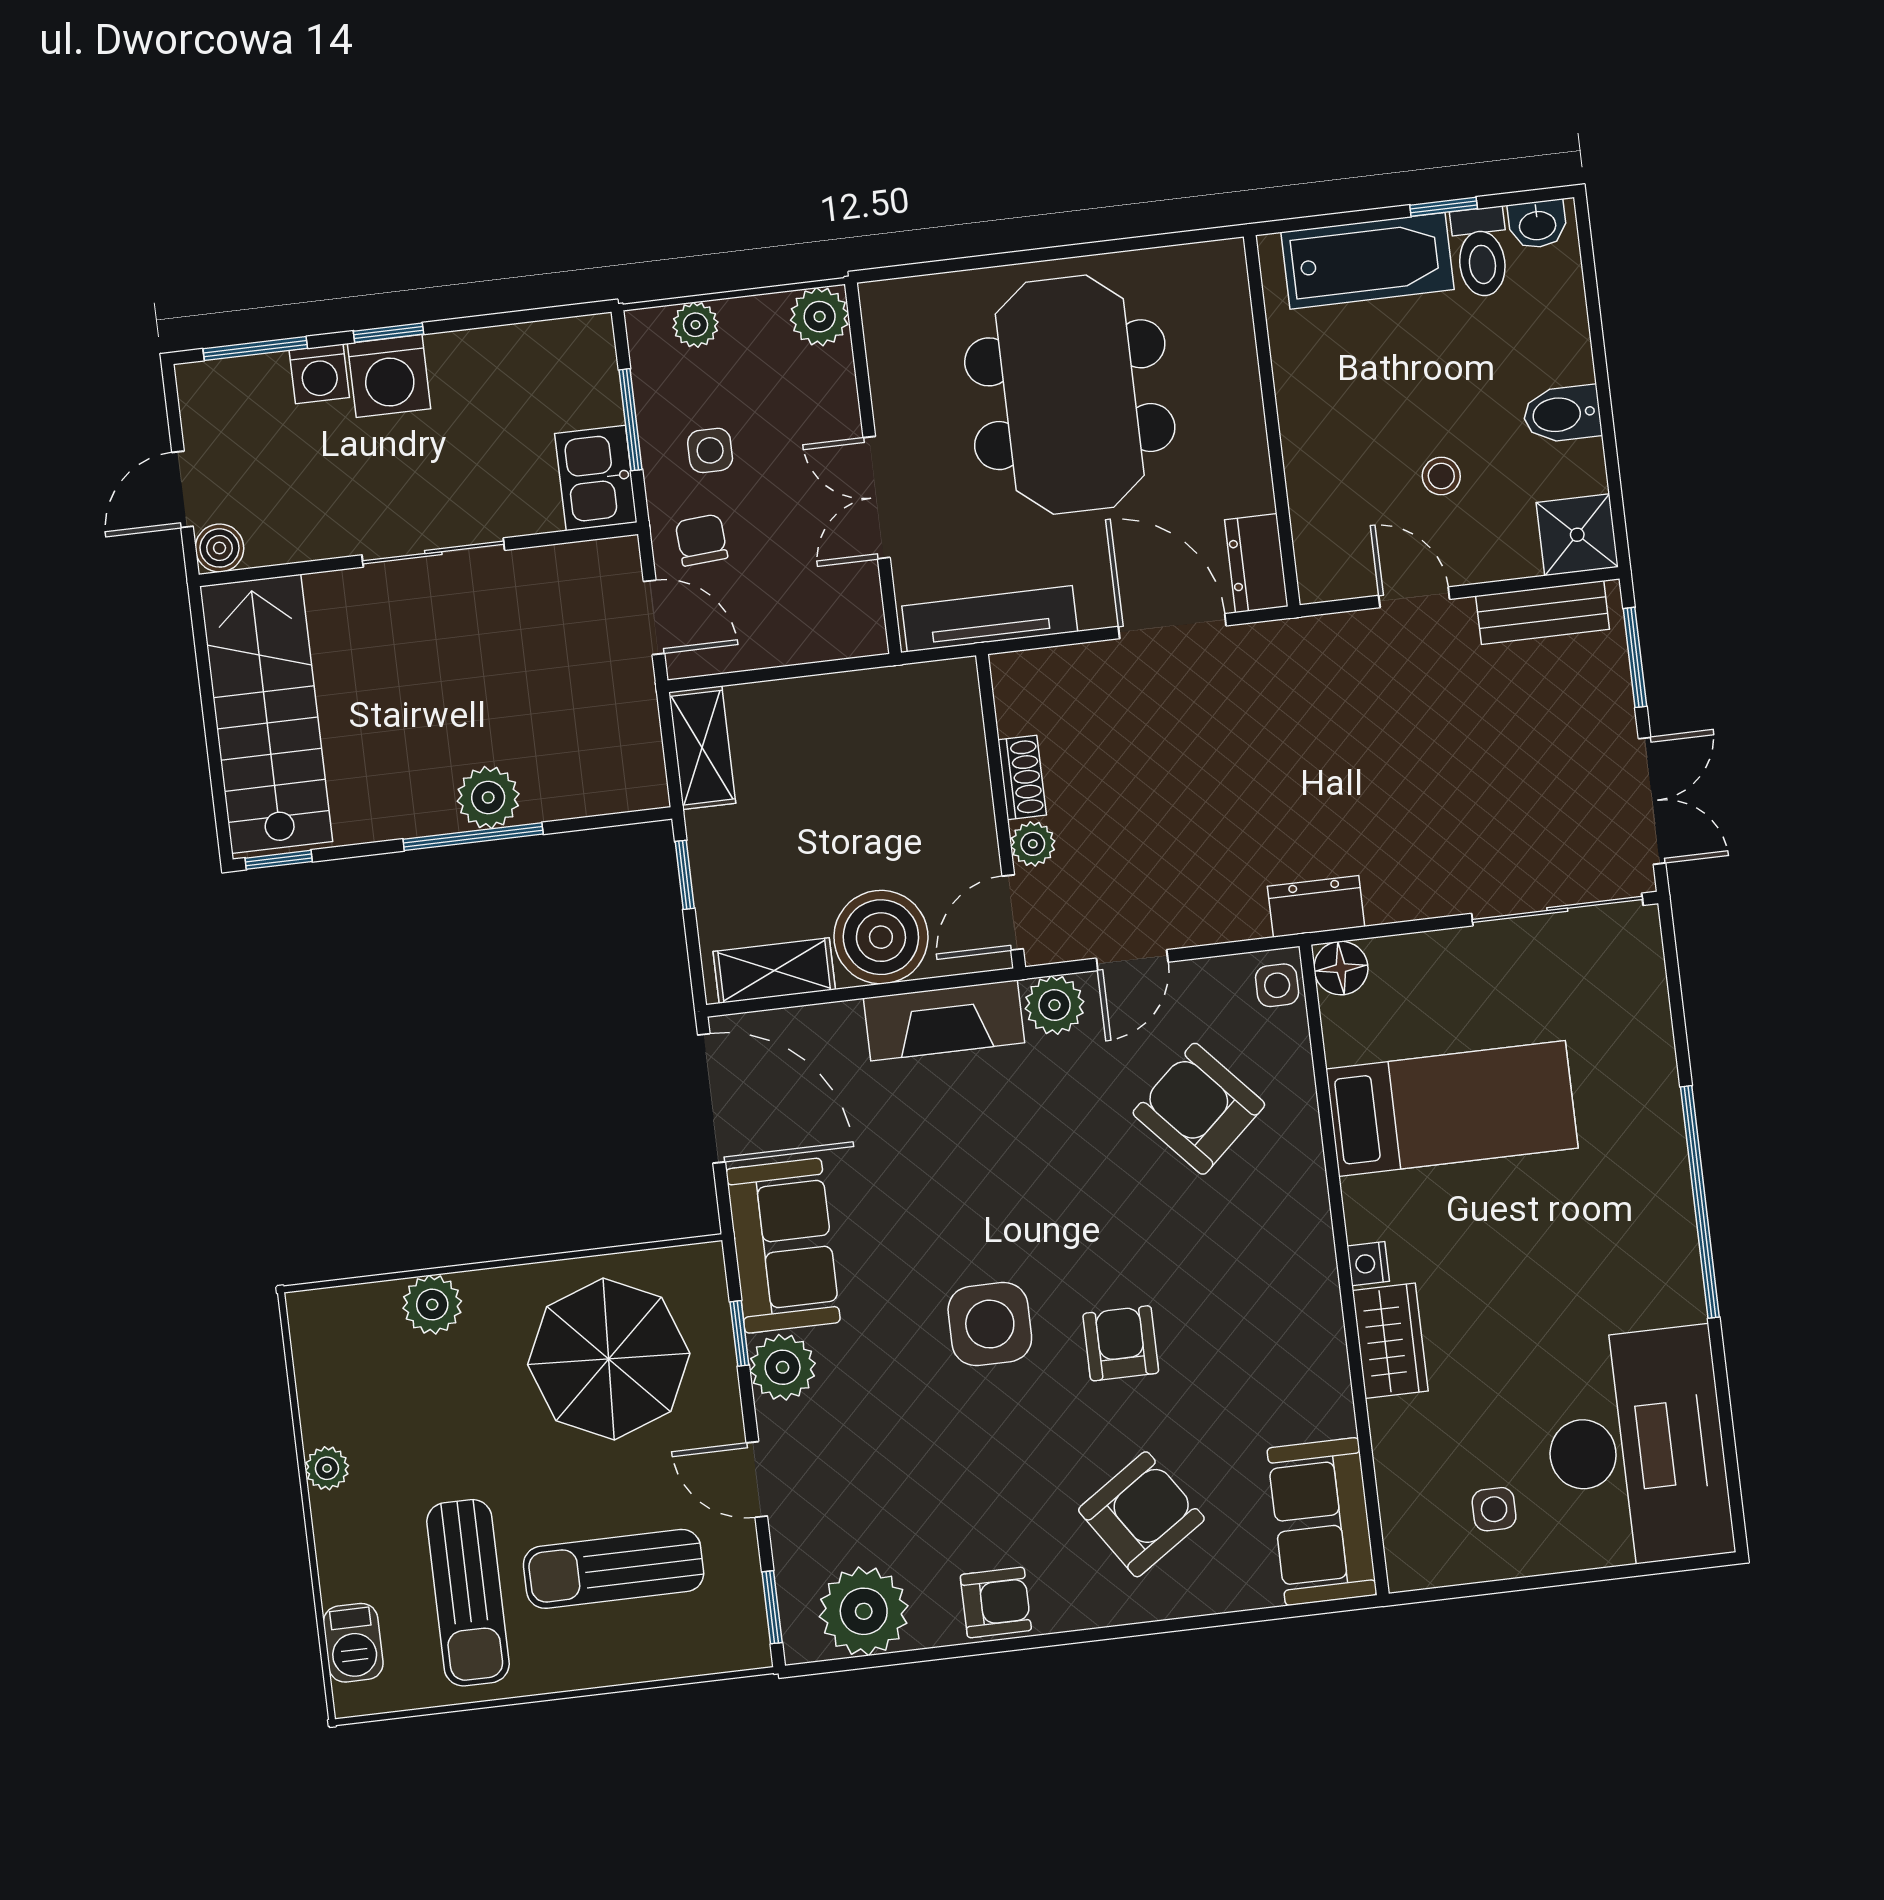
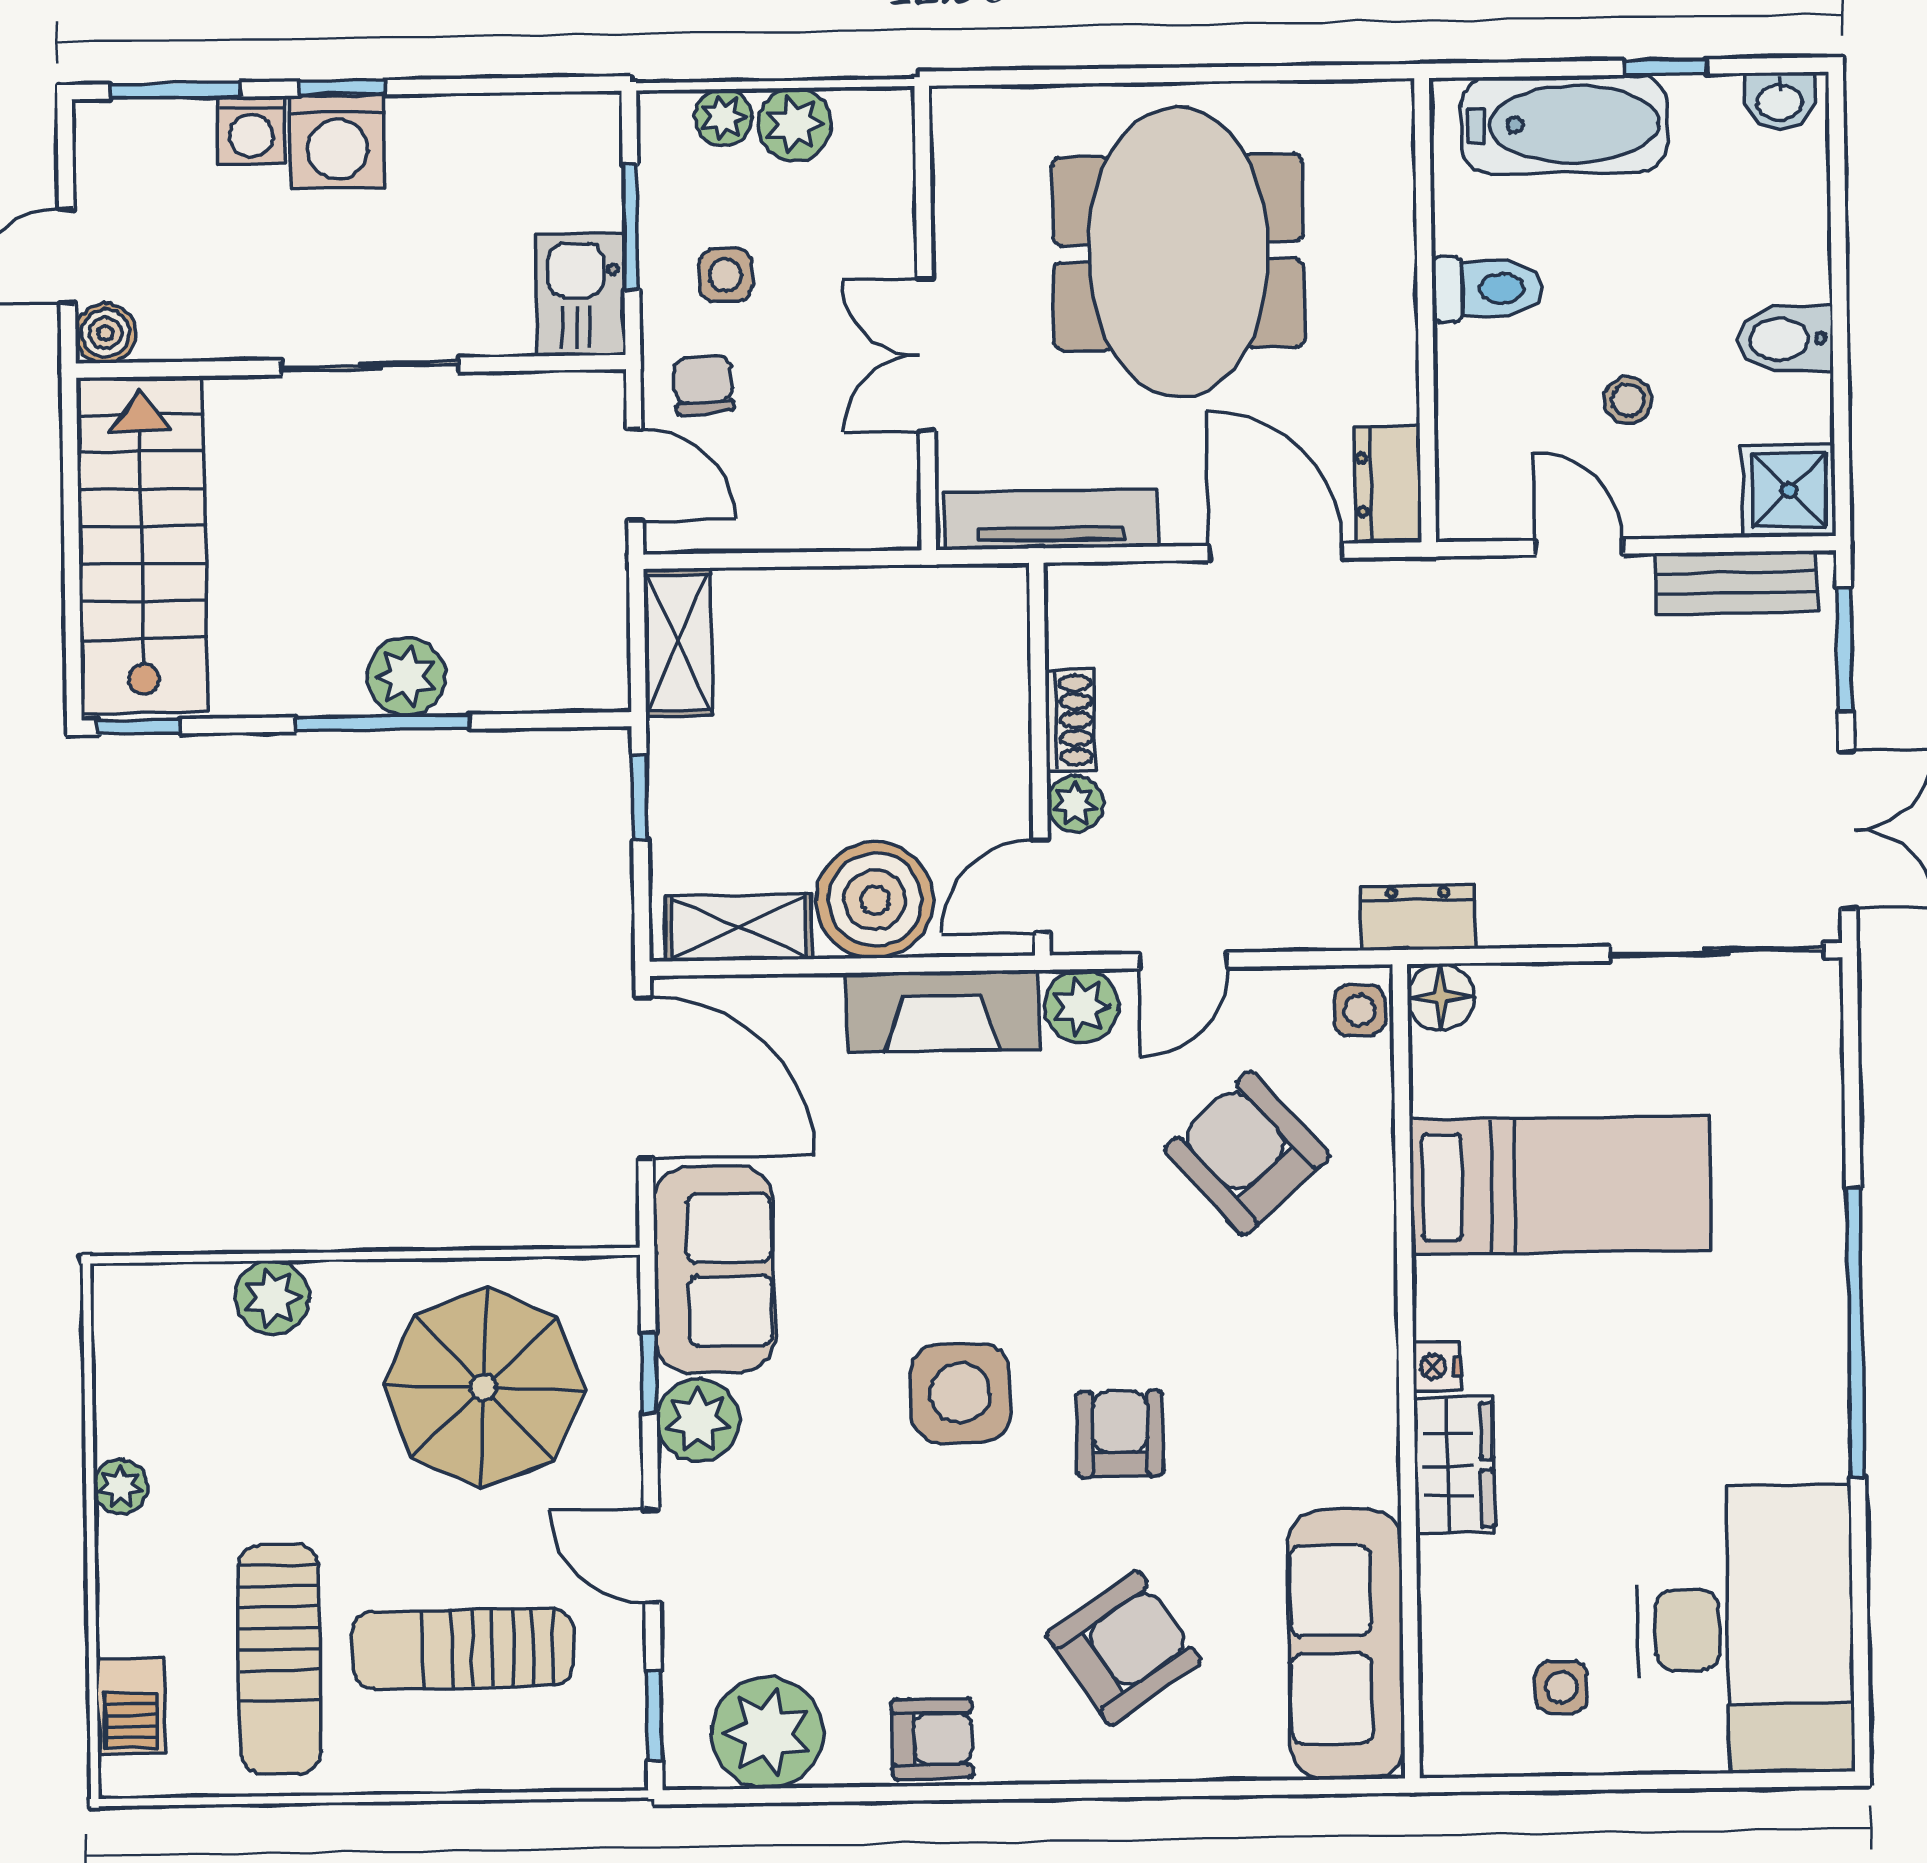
toilet: (1481, 252) -> (1486, 289), moved, turned -90
plant: (820, 317) -> (794, 125), moved
sofa: (1322, 1522) -> (1346, 1645), width x1.36

